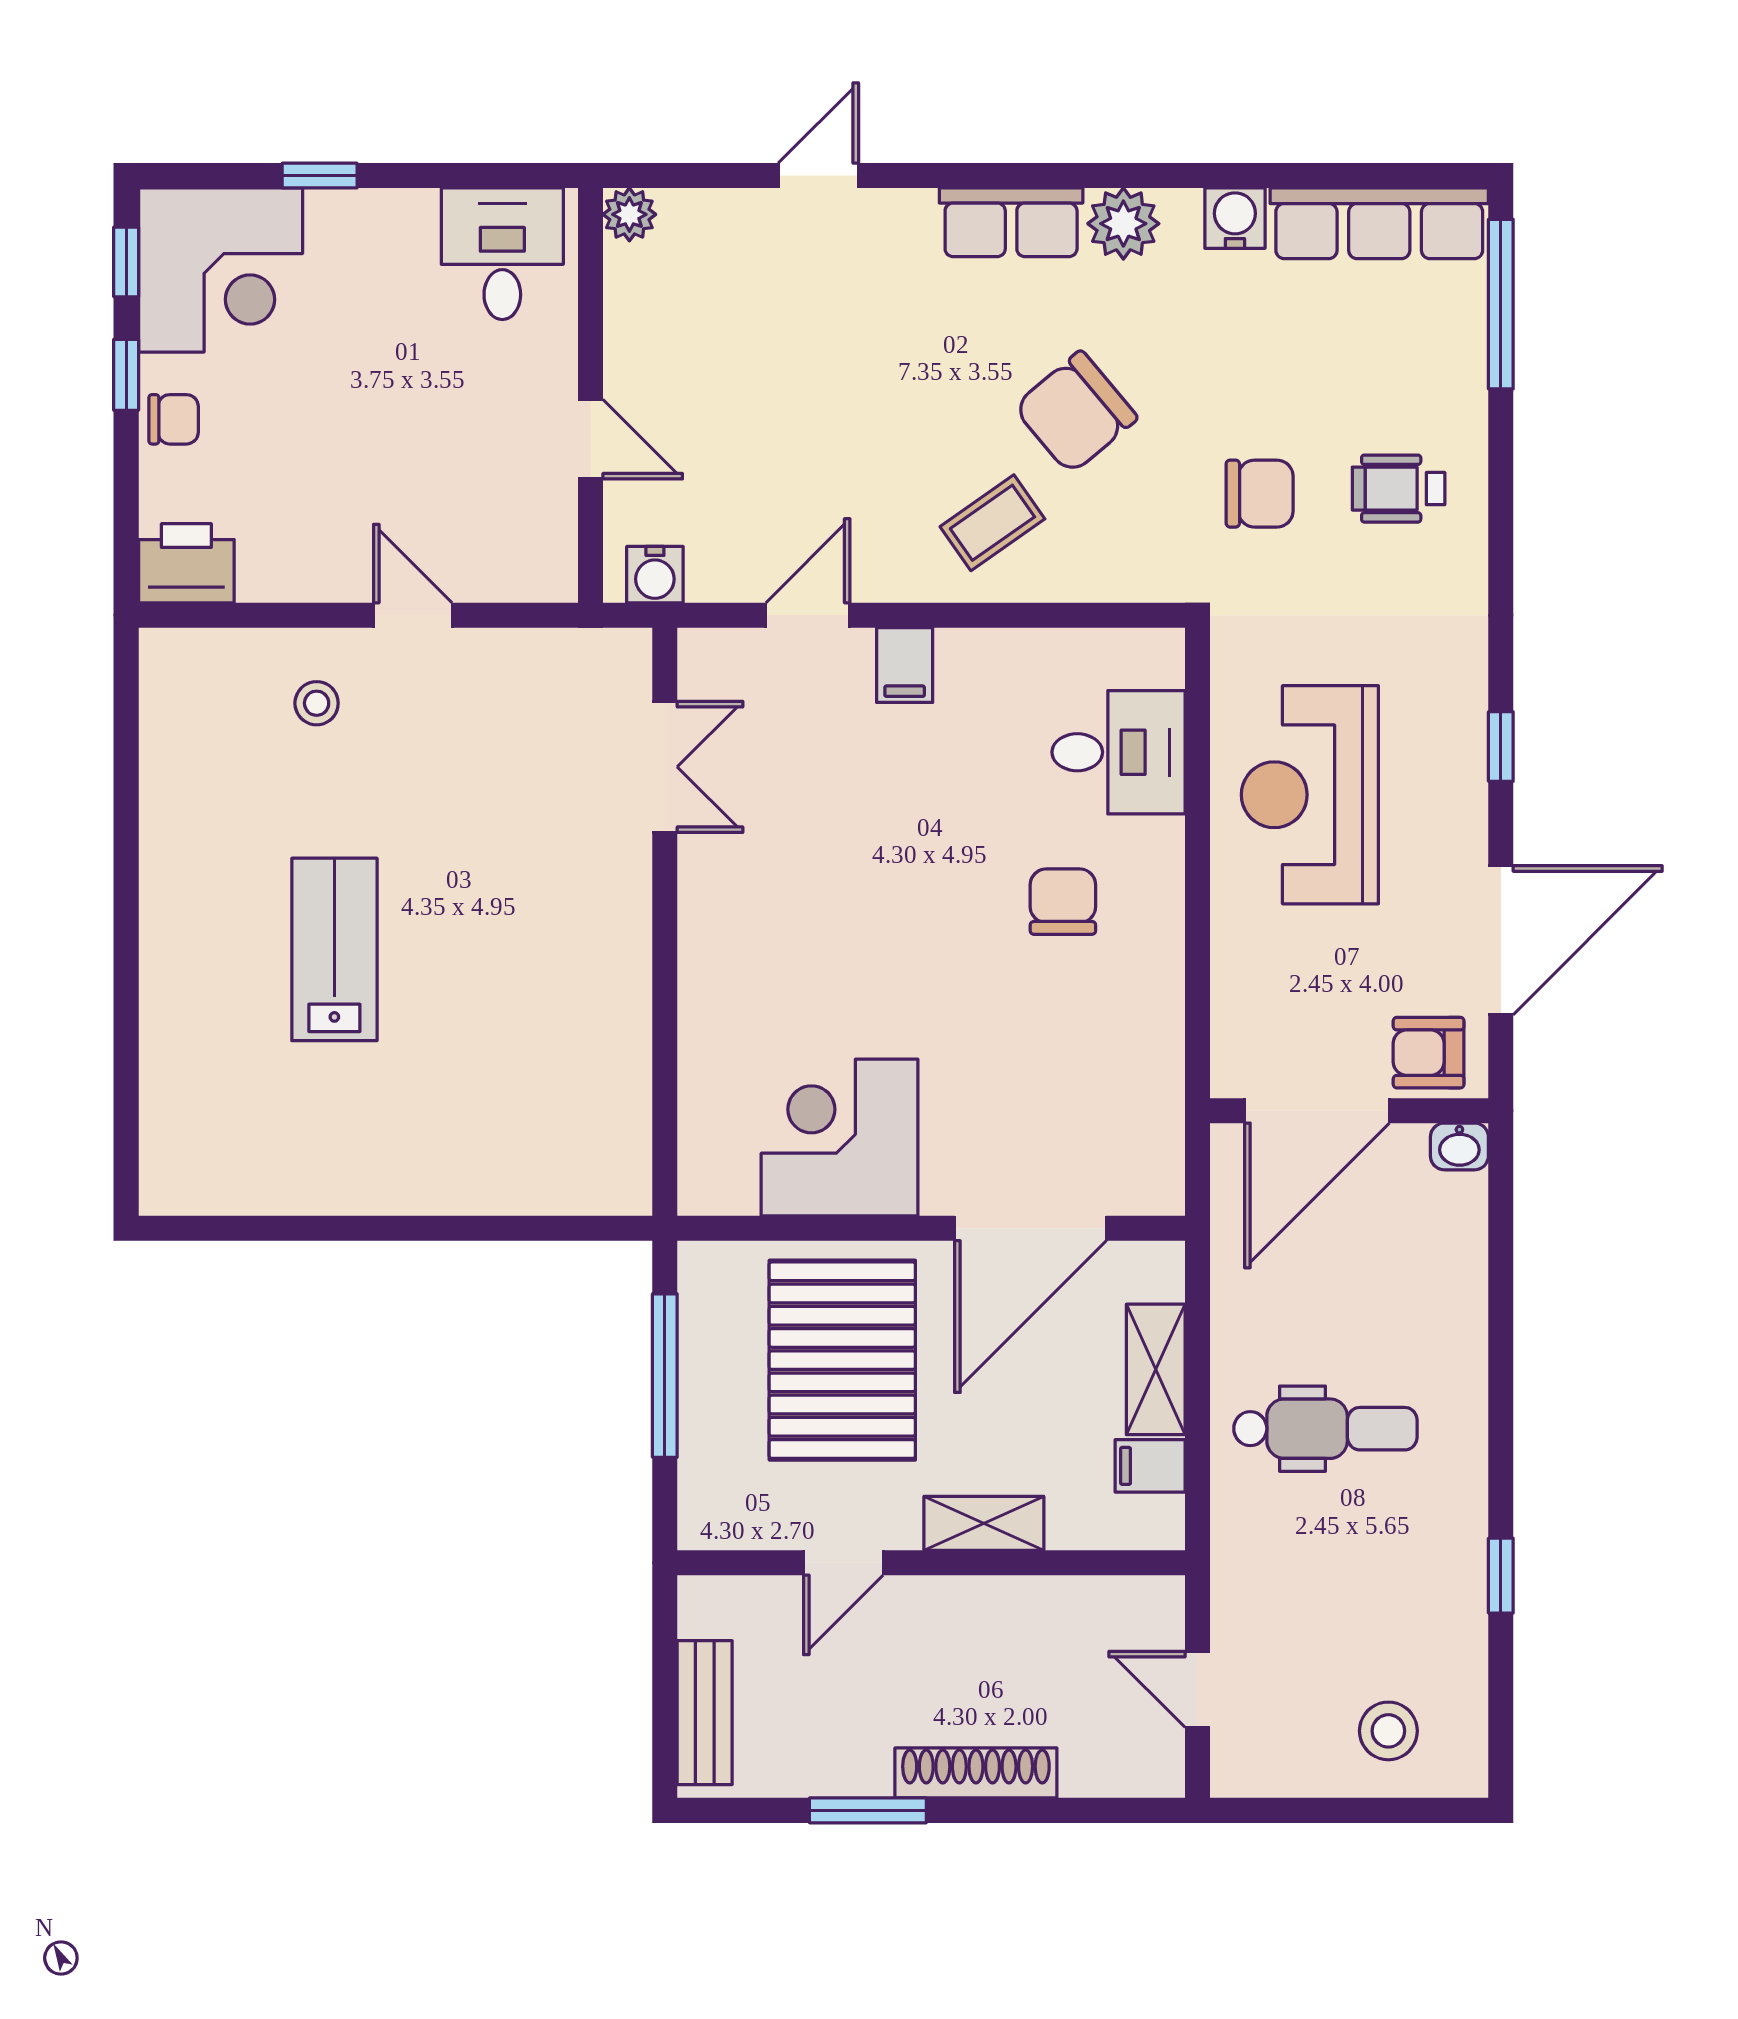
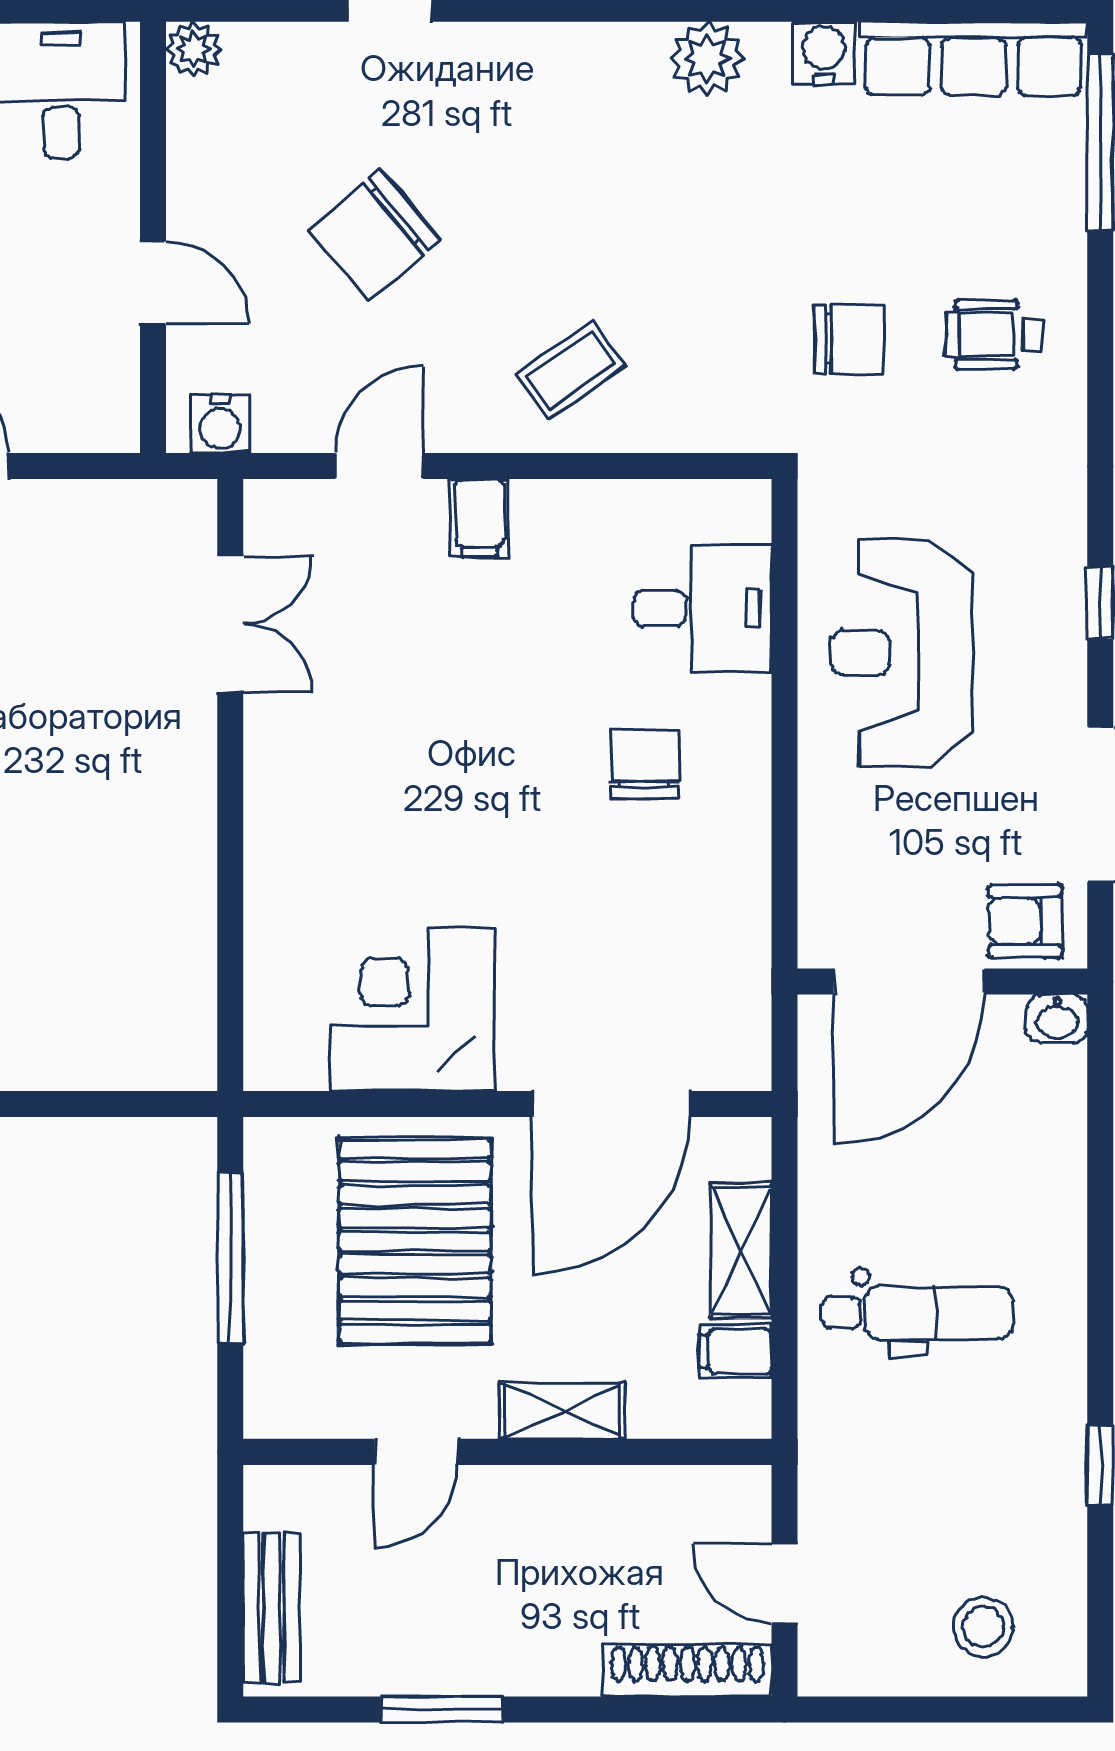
row of seats: (1011, 222) -> (591, 57), removed
chair: (1075, 413) -> (374, 235), moved
shoe rack: (976, 1773) -> (687, 1671), moved

